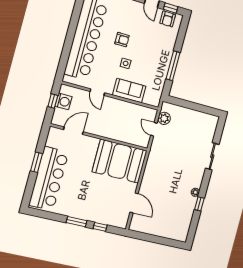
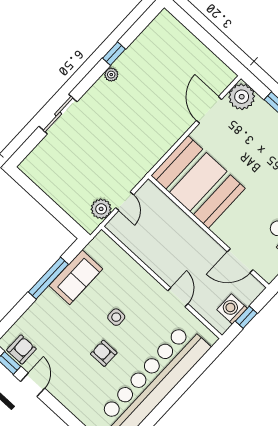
sofa: (129, 91) -> (76, 277), moved, turned -90
plant: (120, 220) -> (242, 97), added

